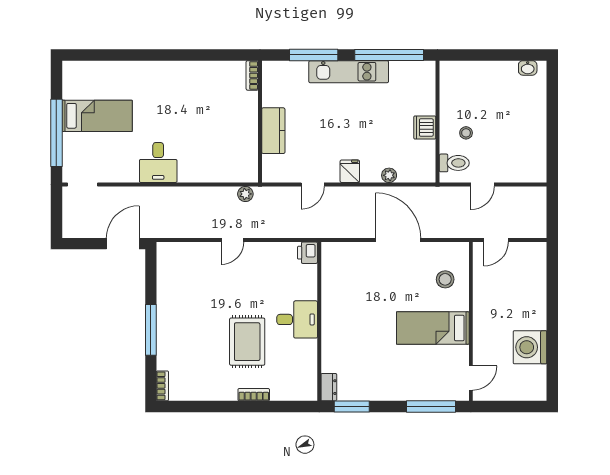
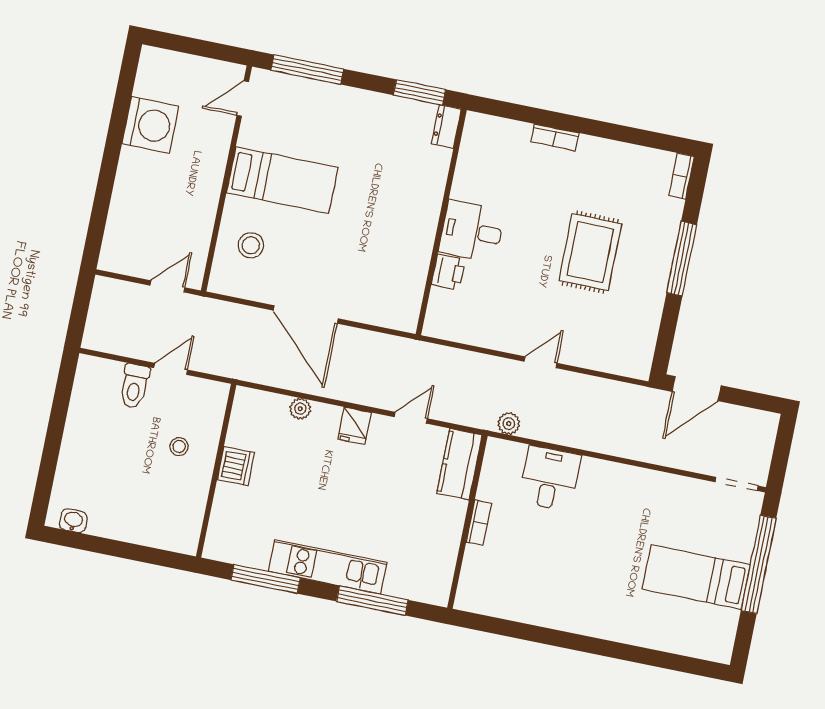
window: (389, 55) -> (266, 579), width x0.68
bookcase: (252, 75) -> (479, 523), moved
kitchen counter: (273, 131) -> (459, 464), moved
desk: (158, 163) -> (550, 478), moved
toilet: (454, 163) -> (134, 386), moved, turned -90
printer: (307, 253) -> (448, 272), moved
rug: (247, 342) -> (590, 252), moved

